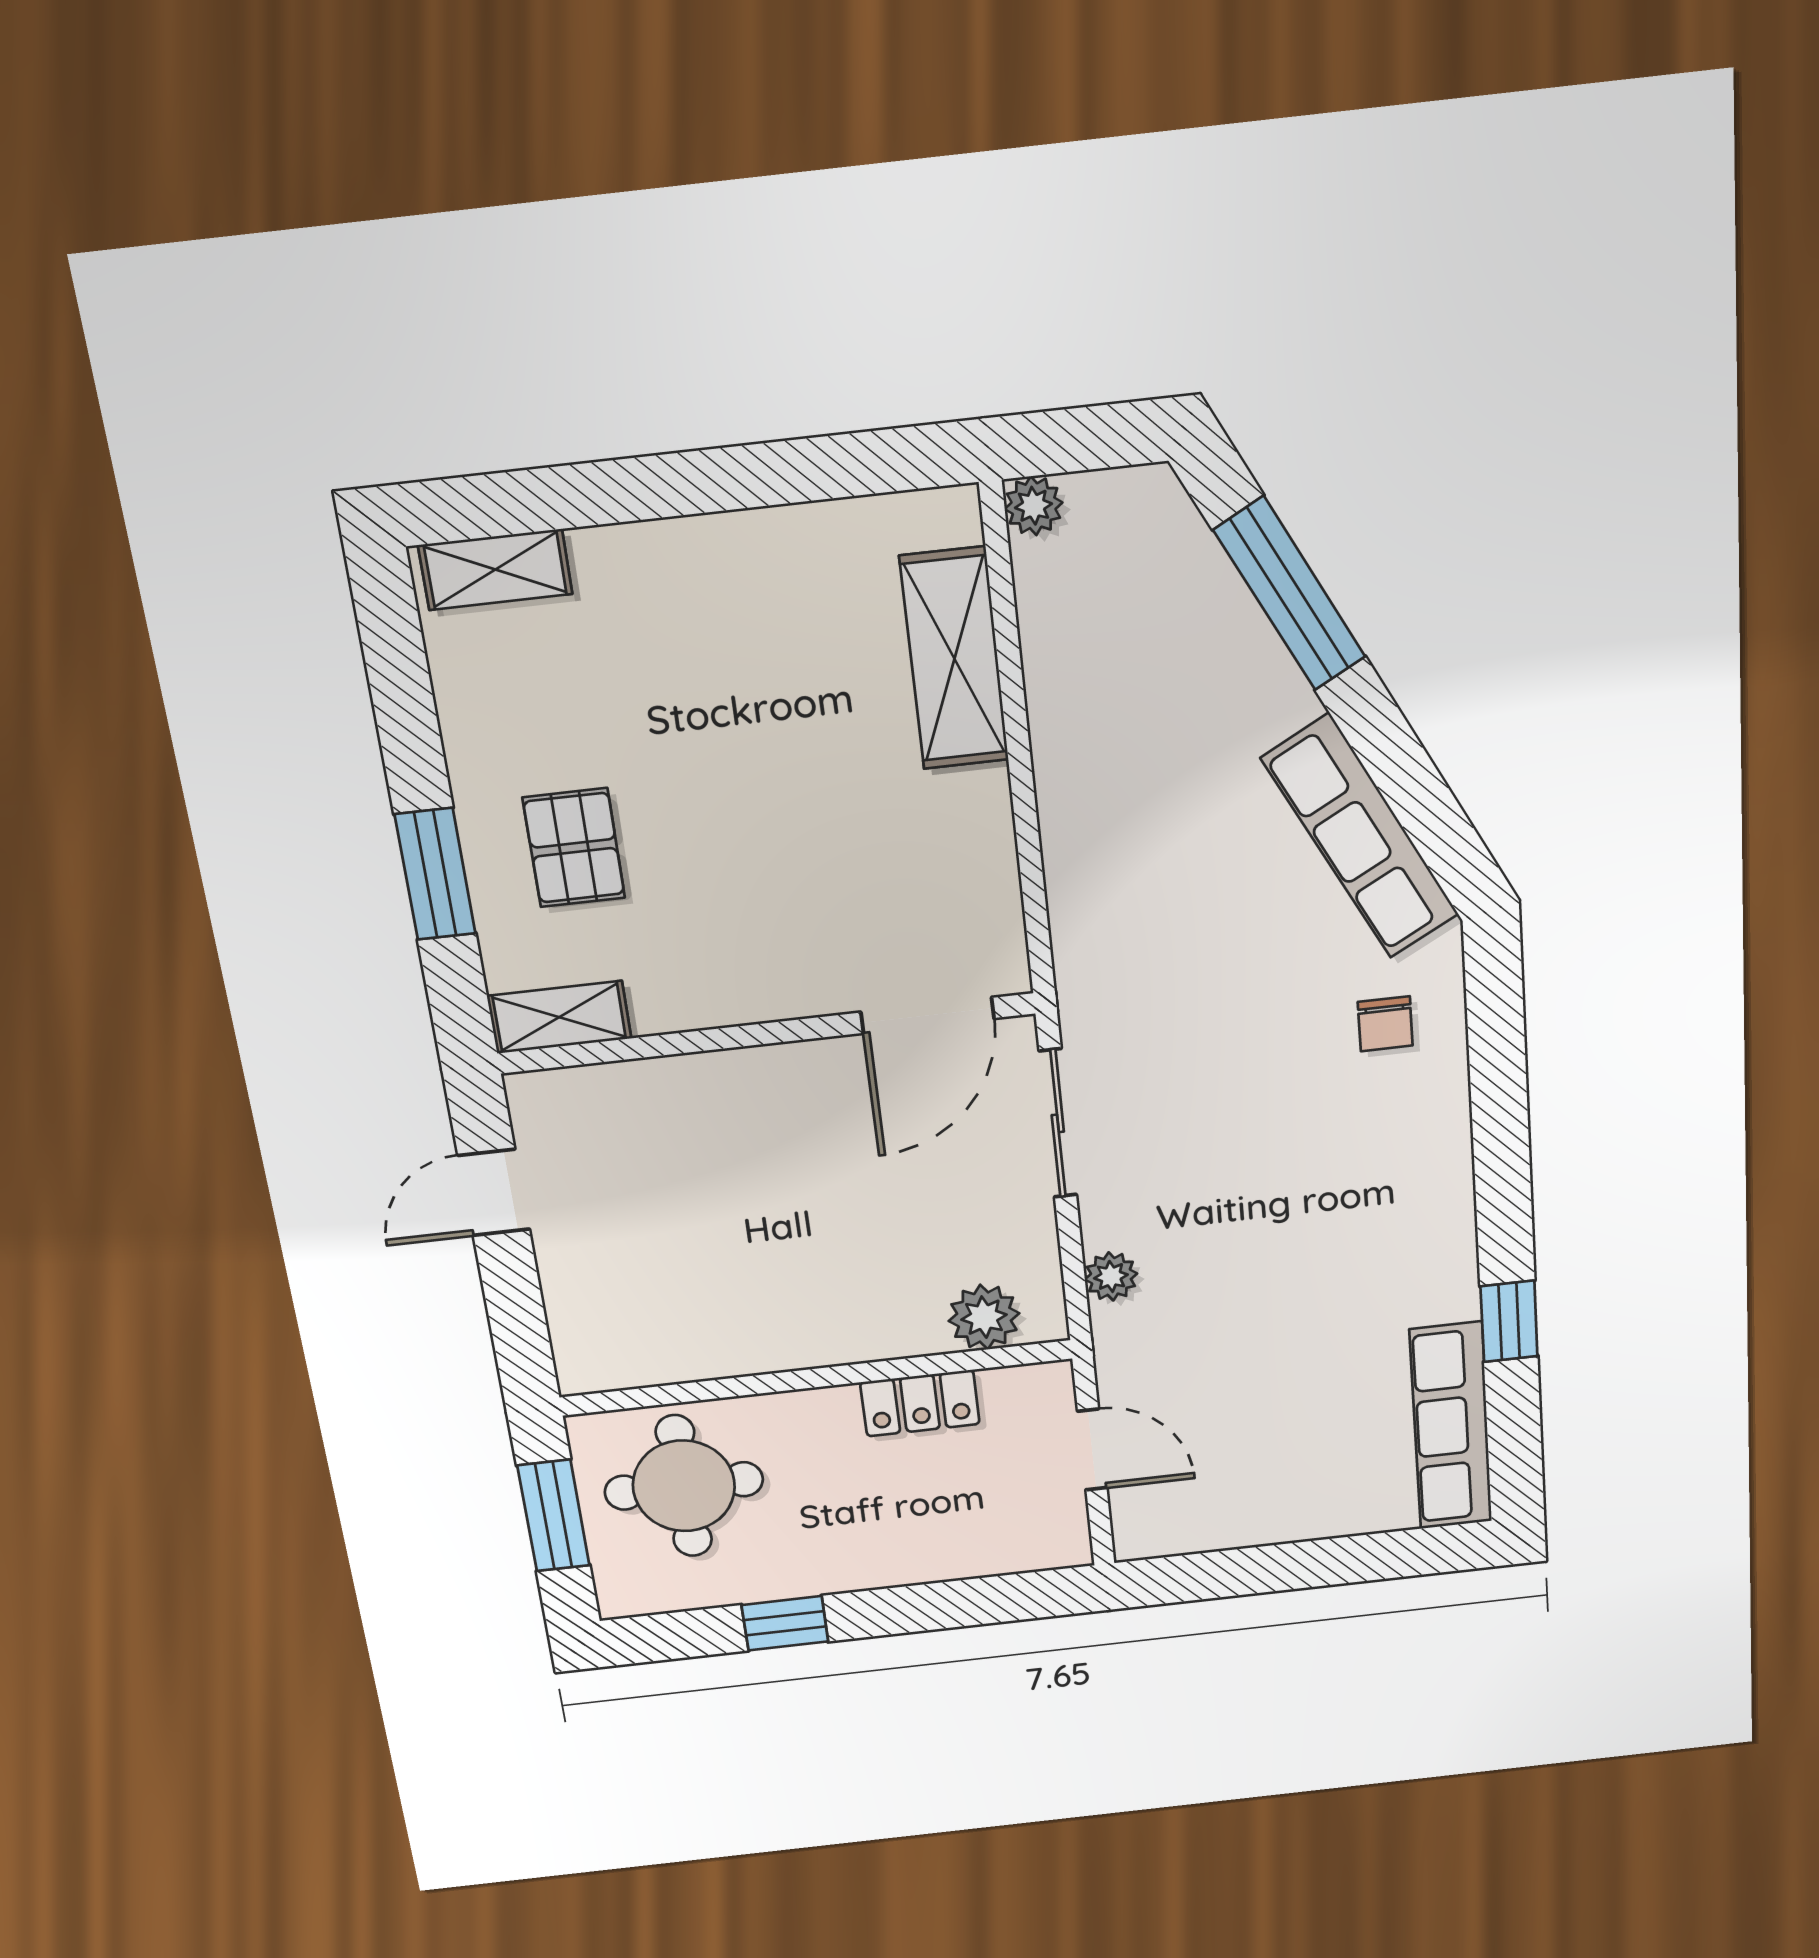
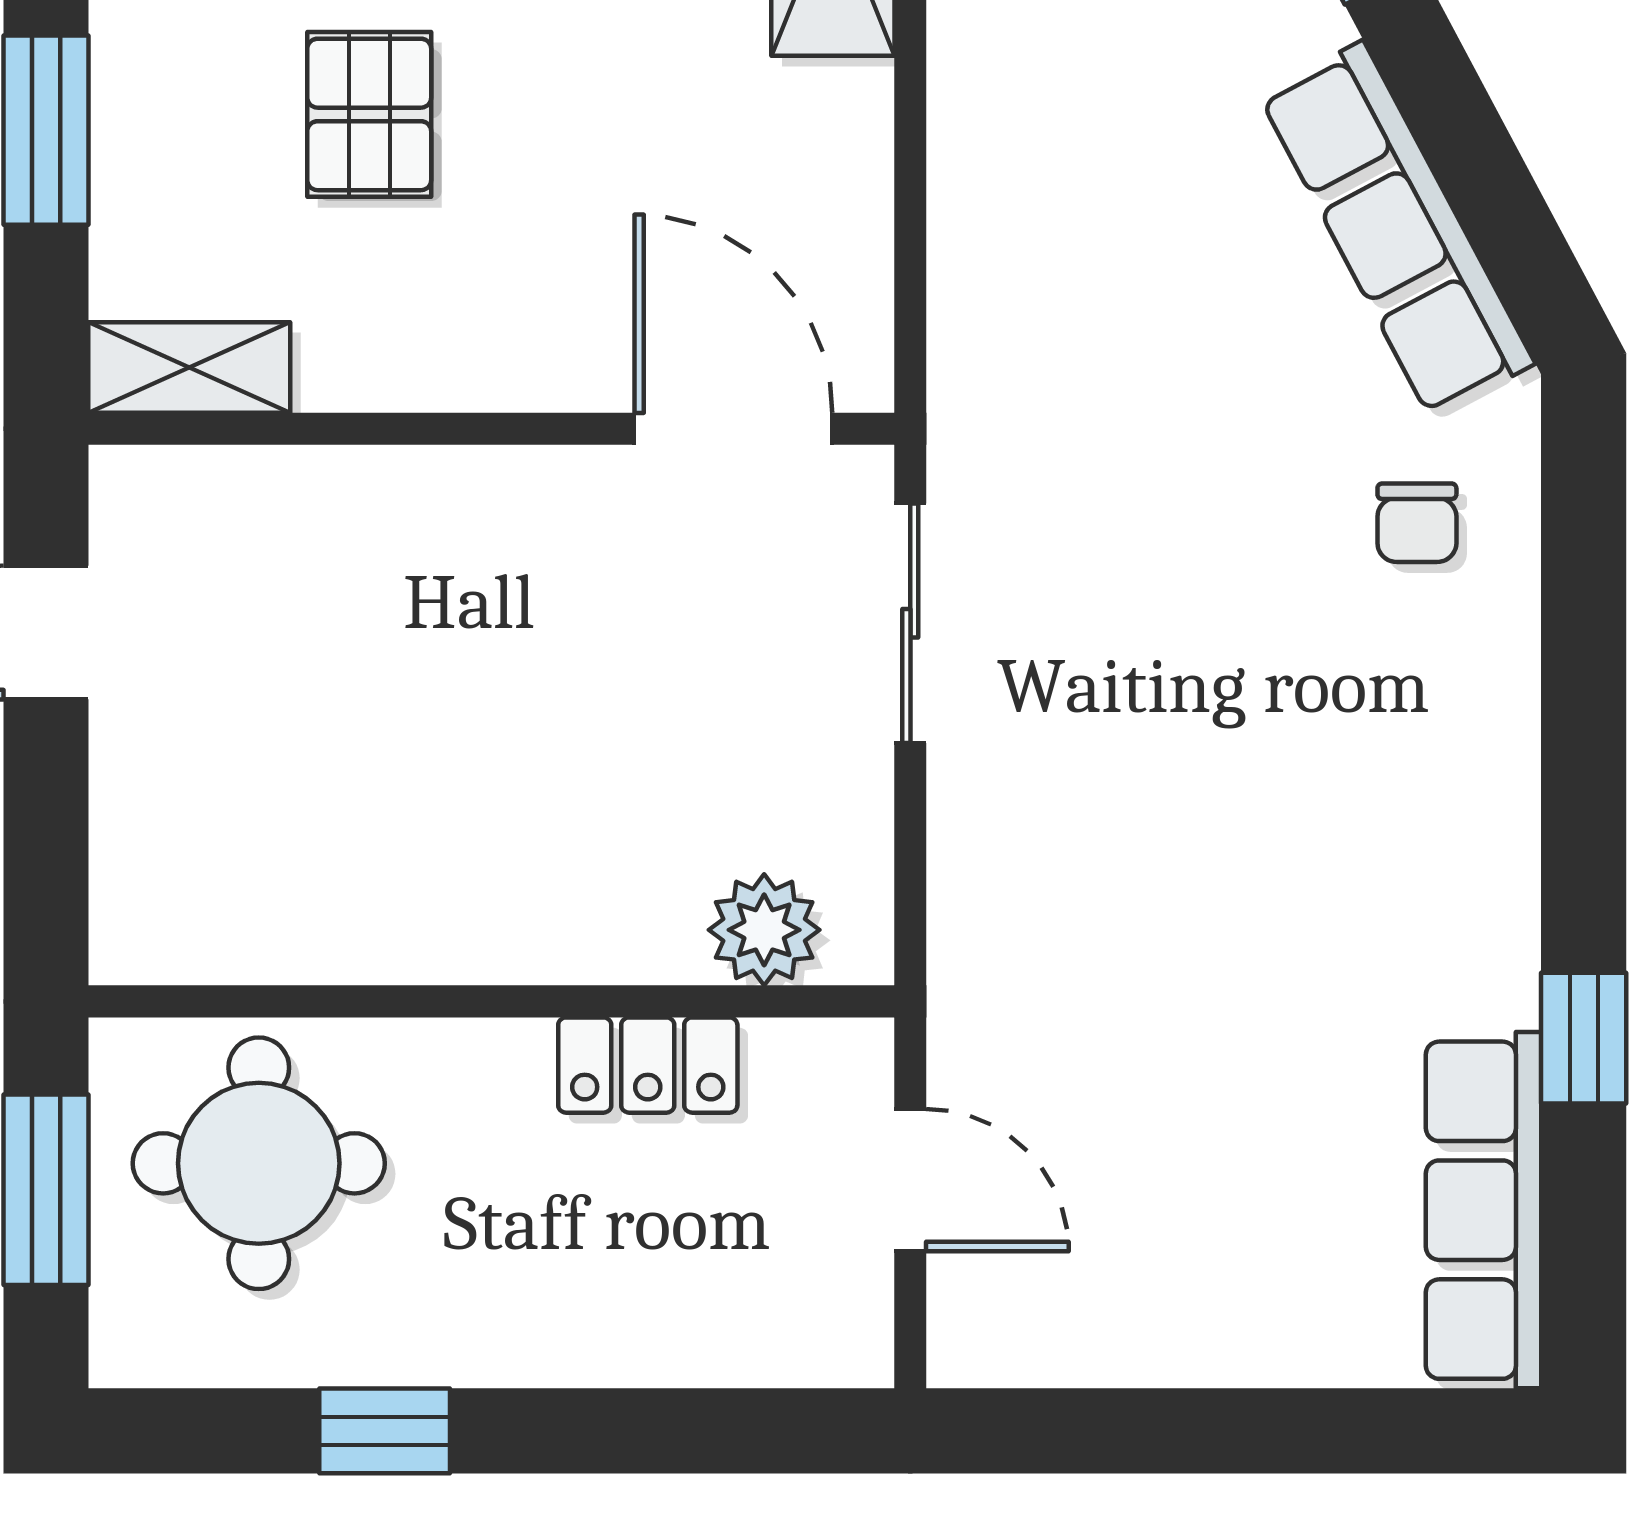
pallet: (574, 848) -> (369, 114), moved
door: (928, 1015) -> (733, 429), swing flipped
plant: (1111, 1276) -> (967, 885), removed

